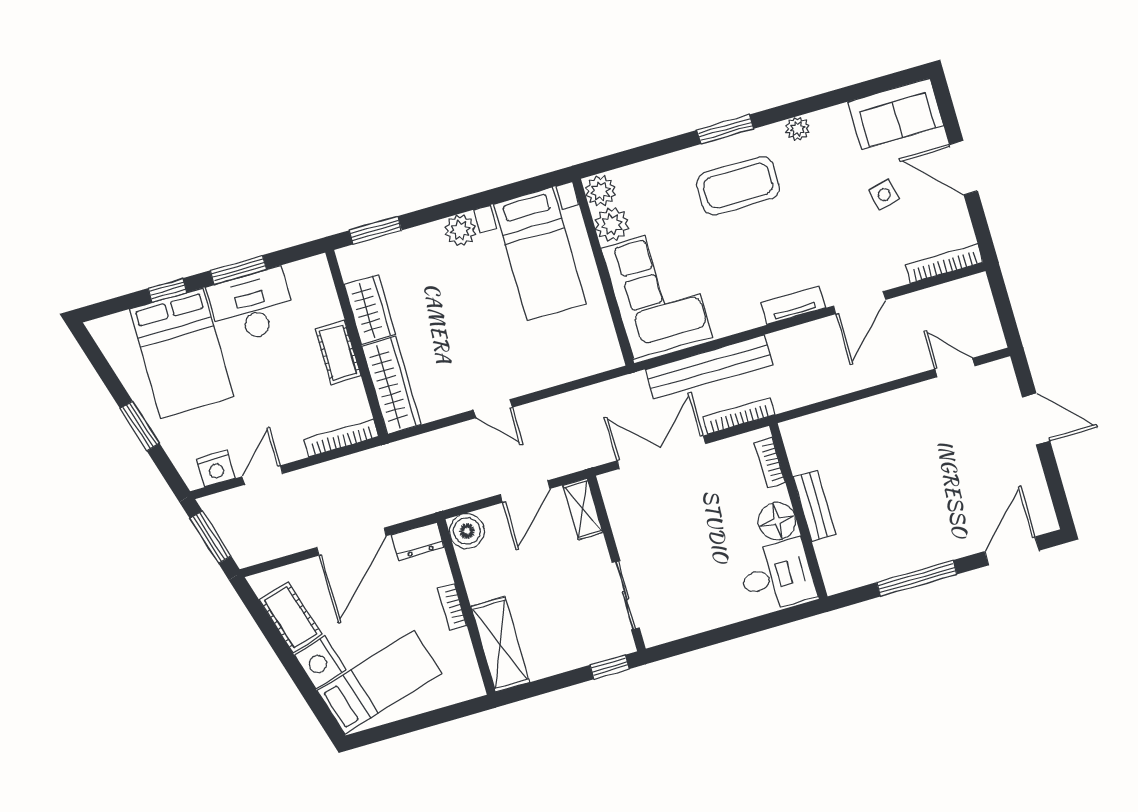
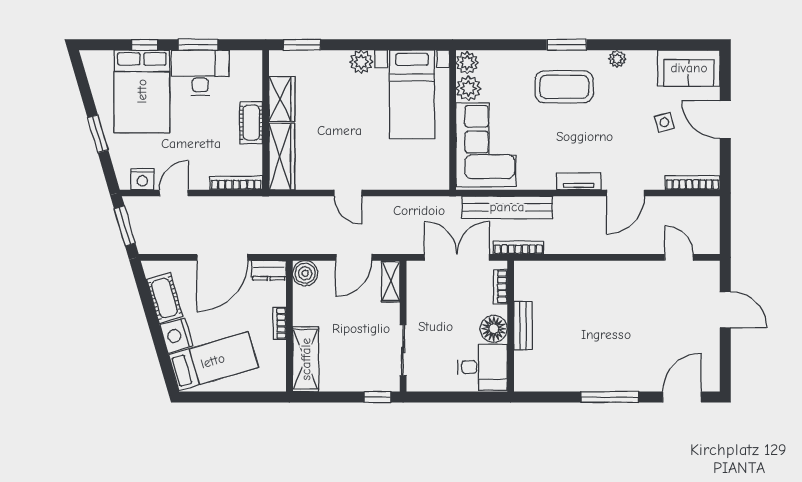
bookcase: (770, 463) -> (500, 287), moved
bench: (815, 506) -> (523, 326), moved
wall: (798, 511) -> (511, 326), moved
floor lamp: (777, 521) -> (494, 329), moved
desk: (777, 576) -> (483, 367), moved

